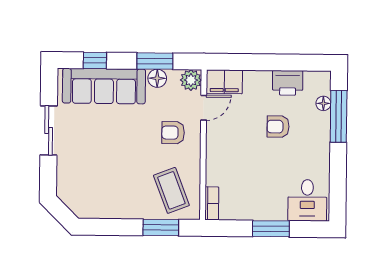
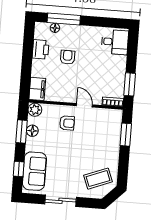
sofa: (104, 86) -> (34, 171), width x0.73
door: (204, 108) -> (84, 105), moved
armchair: (278, 127) -> (68, 57), turned 180
armchair: (173, 133) -> (67, 123), turned -90
coffee table: (171, 190) -> (98, 179), moved
window: (271, 229) -> (130, 84), moved

